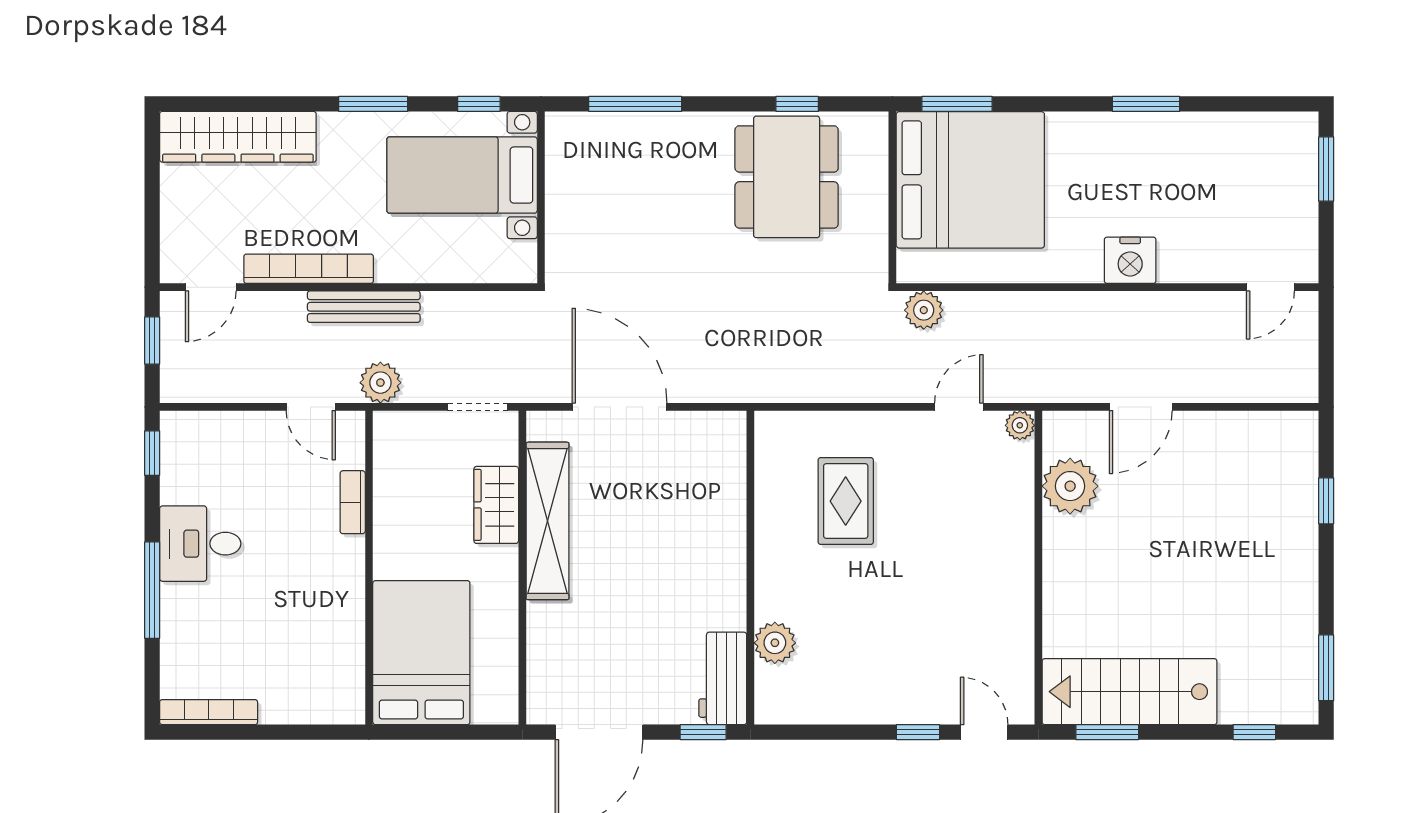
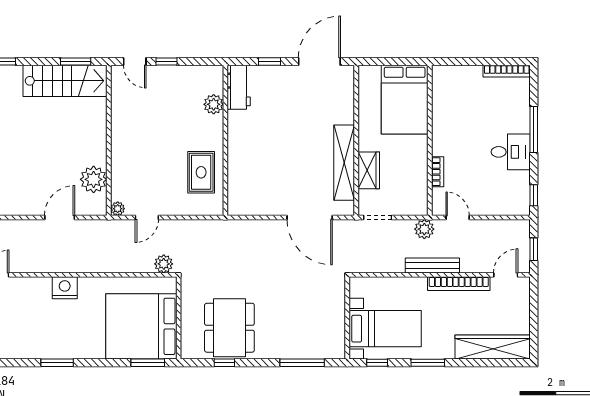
wall: (750, 568) -> (225, 140), moved
plant: (775, 643) -> (214, 104), moved
workbench: (723, 678) -> (239, 87), moved

